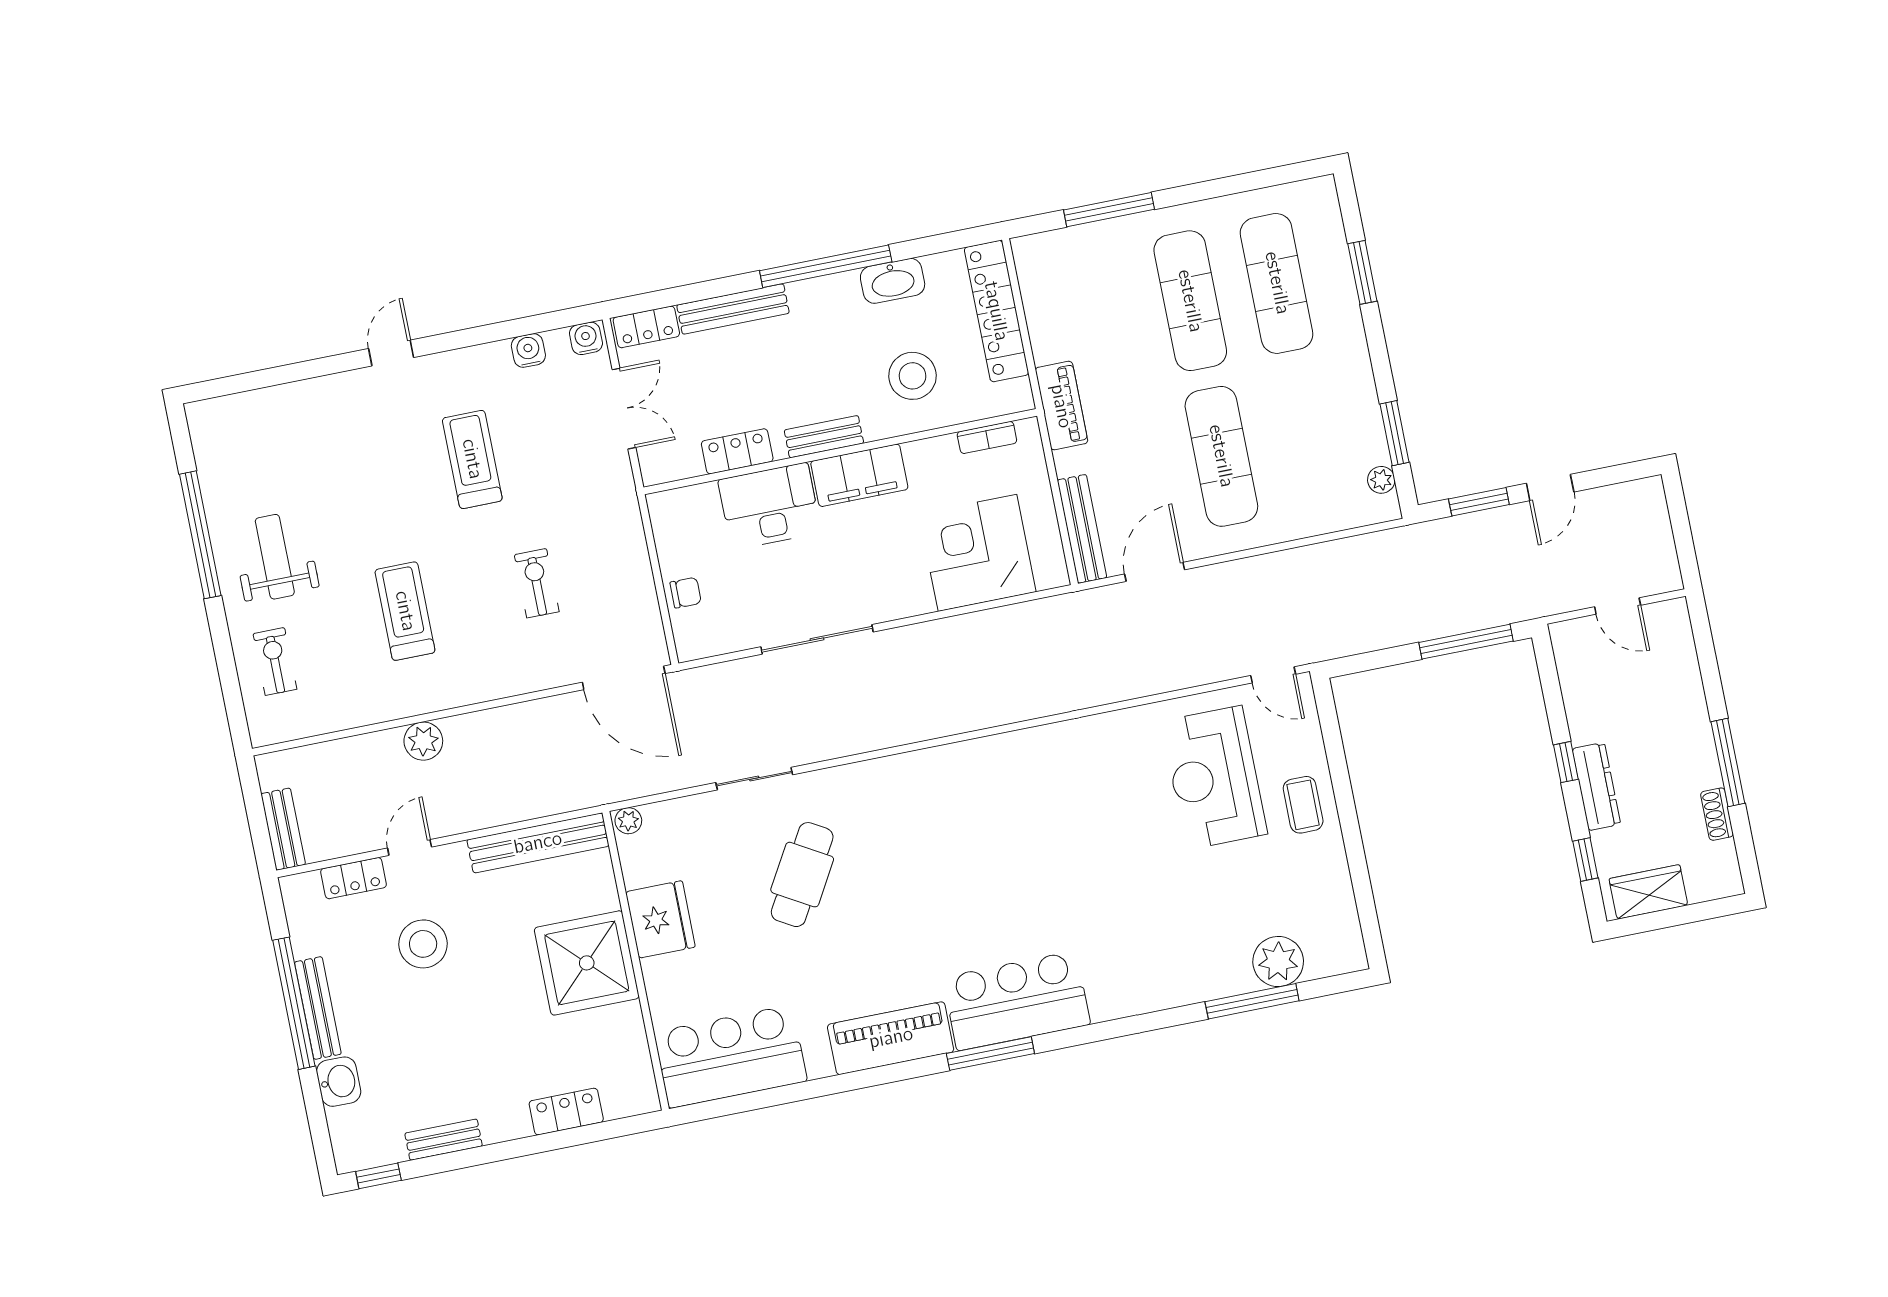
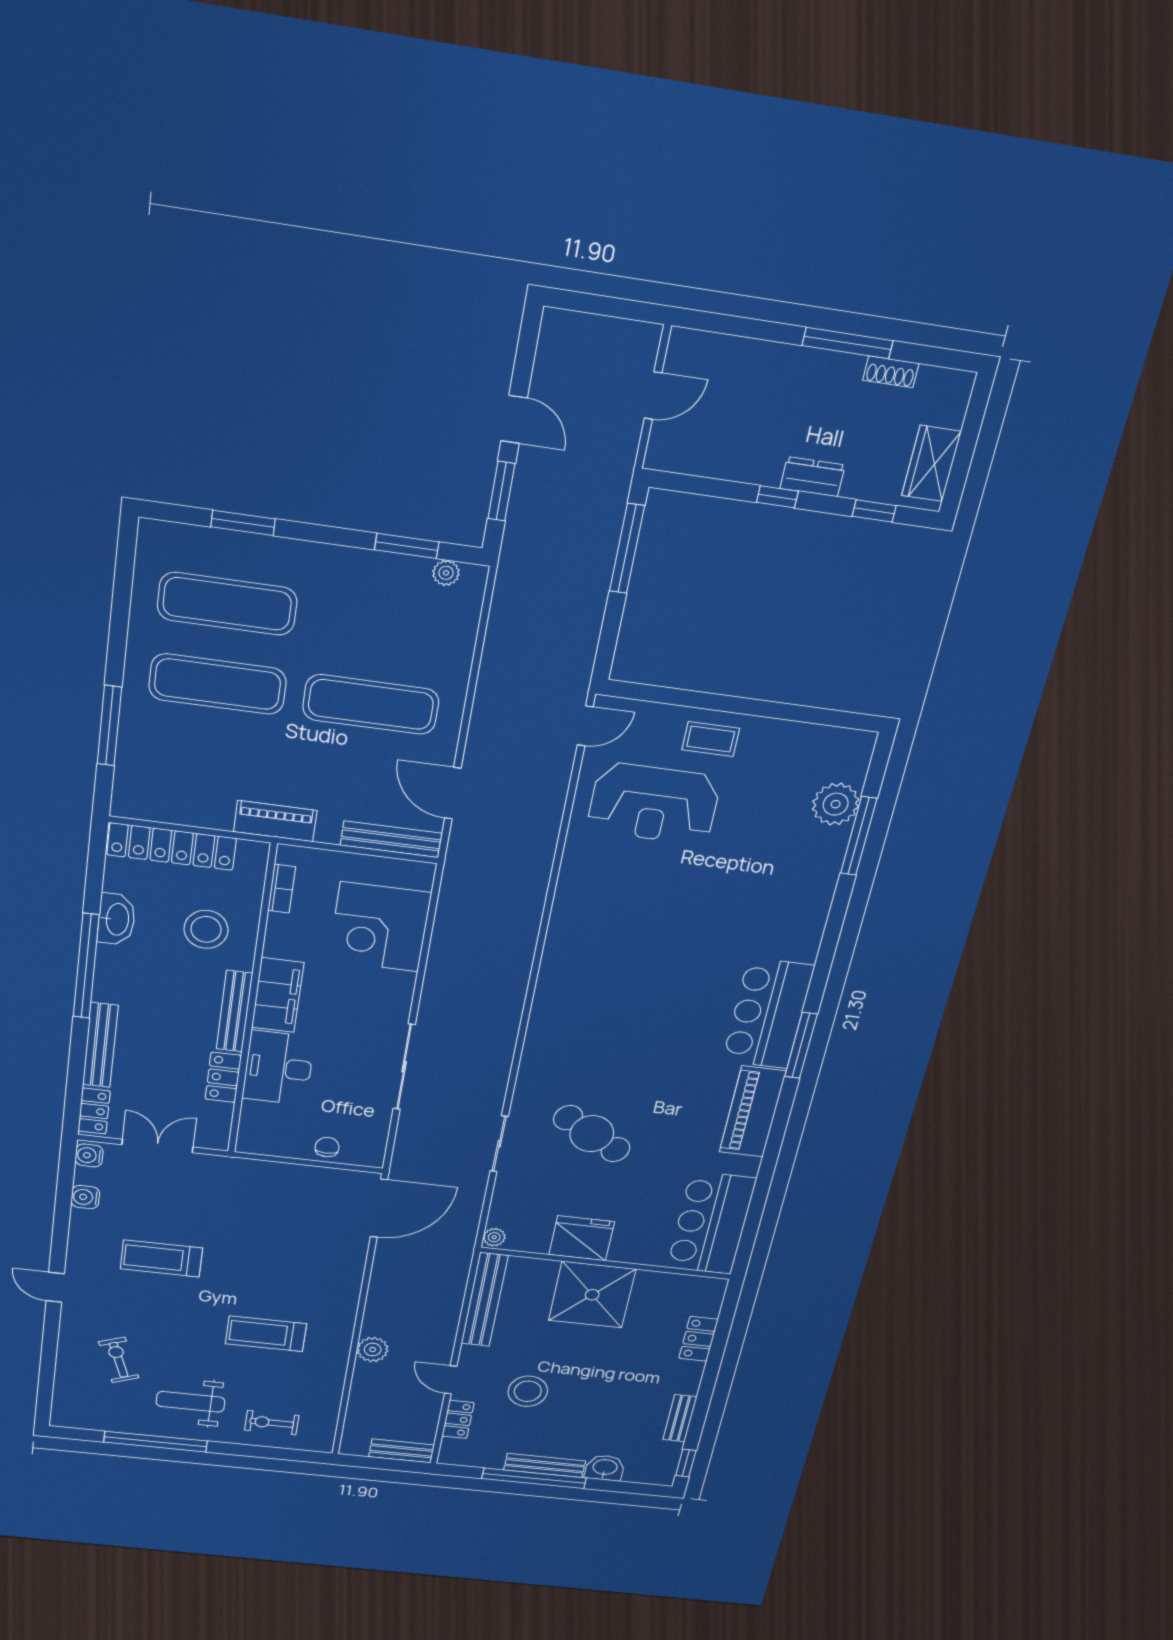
bench: (824, 437) -> (234, 1011), width x1.36
exercise bike: (537, 583) -> (119, 1360), moved, turned 70
dresser: (1596, 787) -> (813, 477), width x0.70

